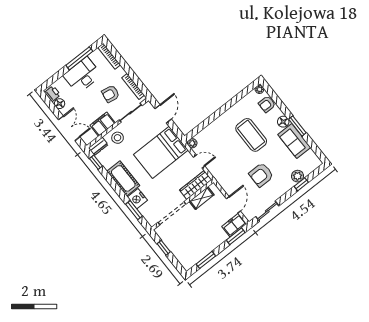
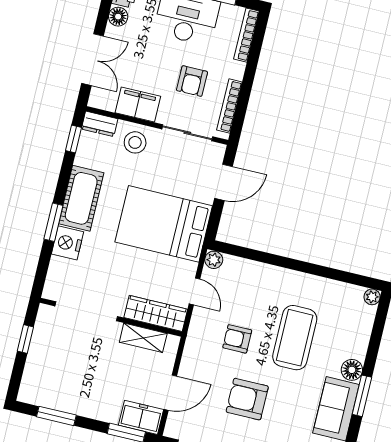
armchair: (111, 94) -> (192, 81), turned -99
armchair: (267, 104) -> (237, 339), moved
window: (134, 210) -> (53, 222), moved

